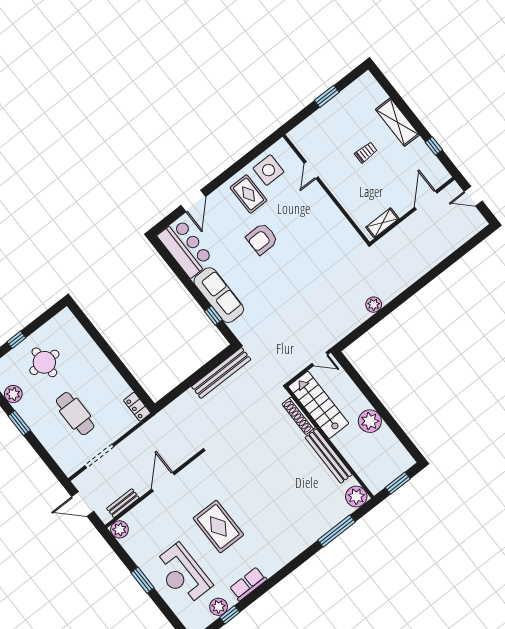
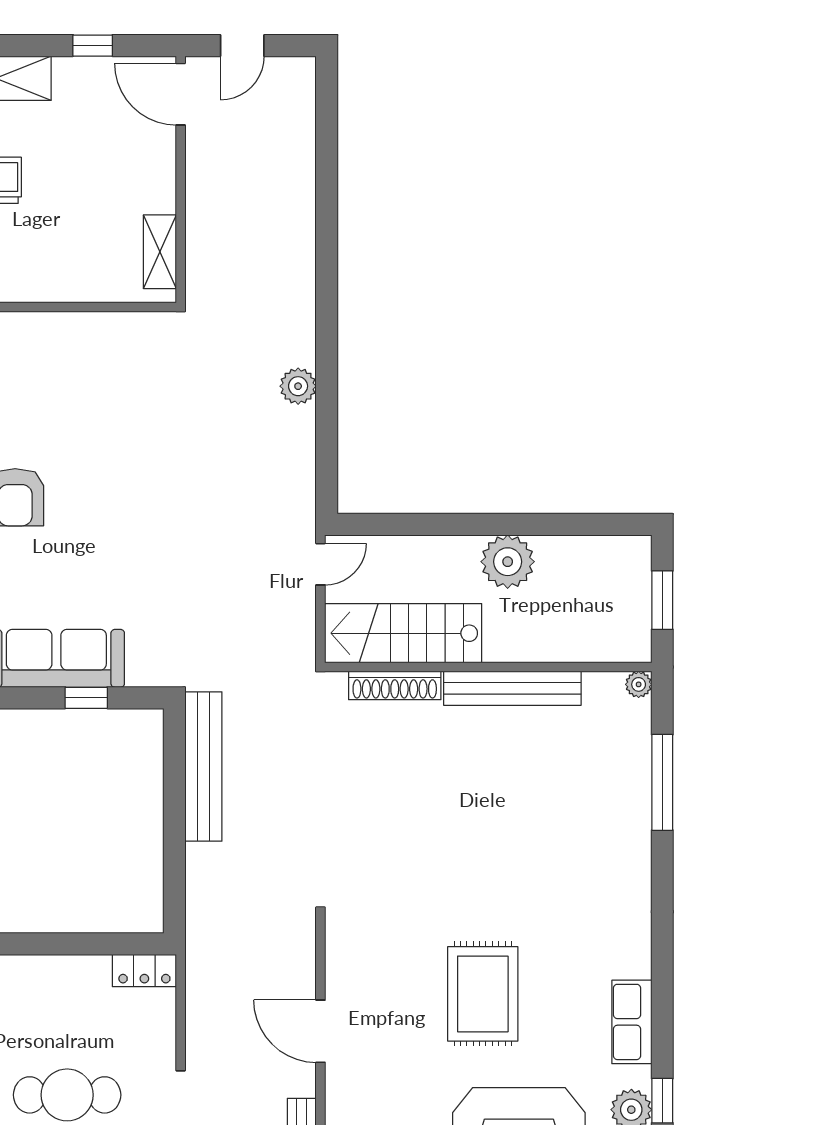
door: (426, 200) -> (181, 94), moved
plant: (356, 497) -> (639, 684), width x0.53, depth x0.53
rug: (218, 526) -> (483, 994), turned 90

